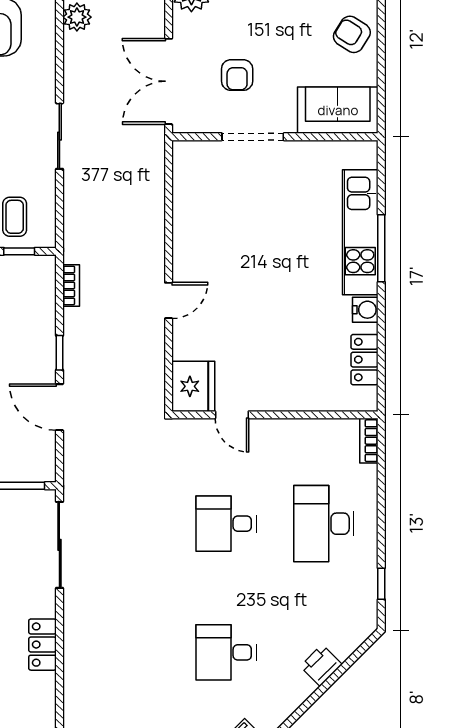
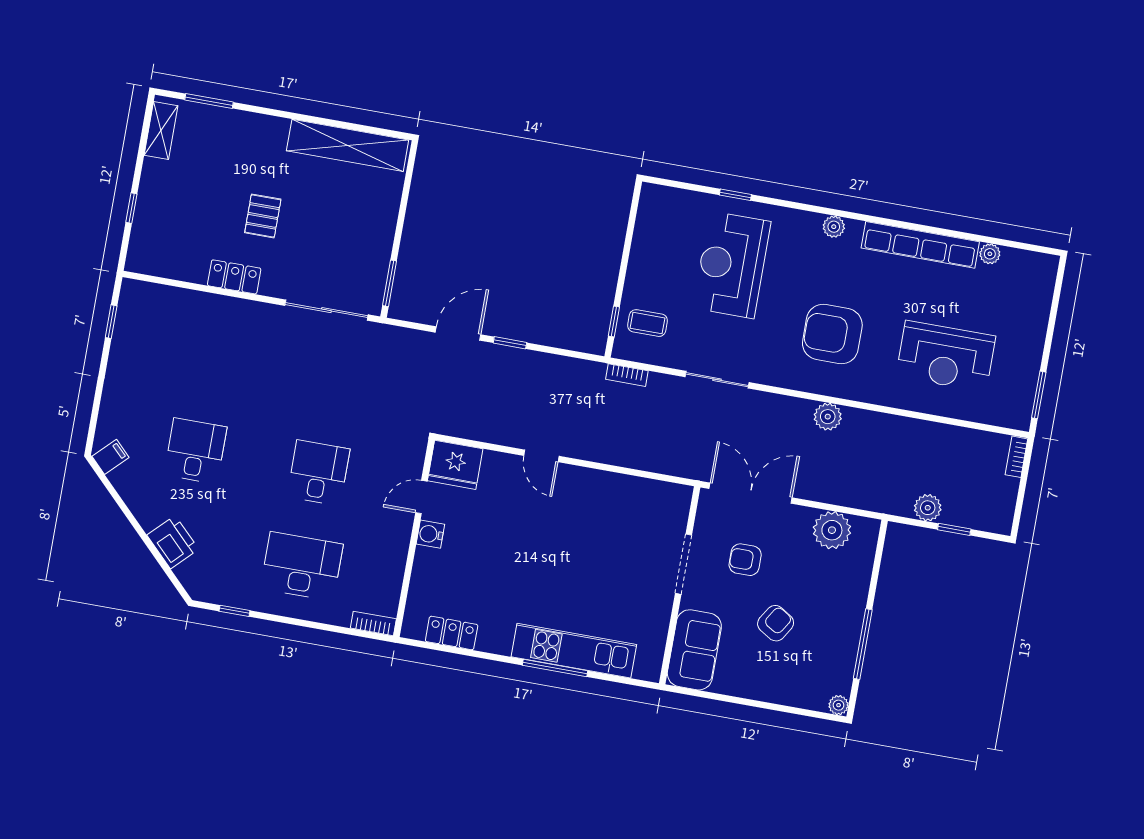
armchair: (352, 34) -> (776, 623), moved
bookcase: (71, 285) -> (627, 375), moved
water cooler: (365, 310) -> (430, 534), moved, turned 90
printer: (321, 665) -> (173, 542), width x1.36, depth x1.24

